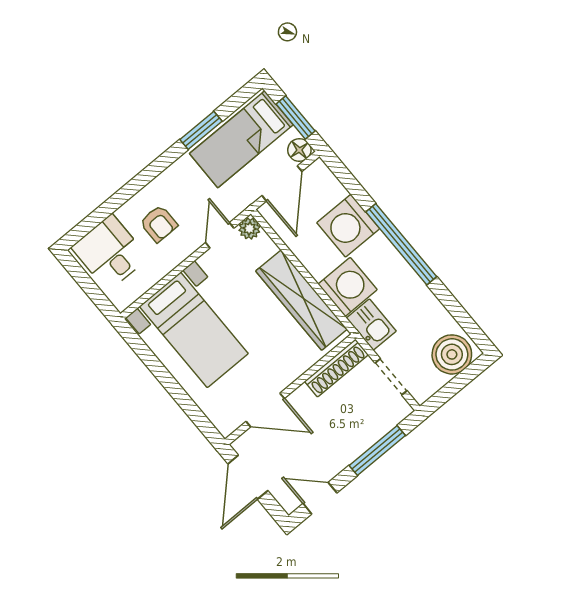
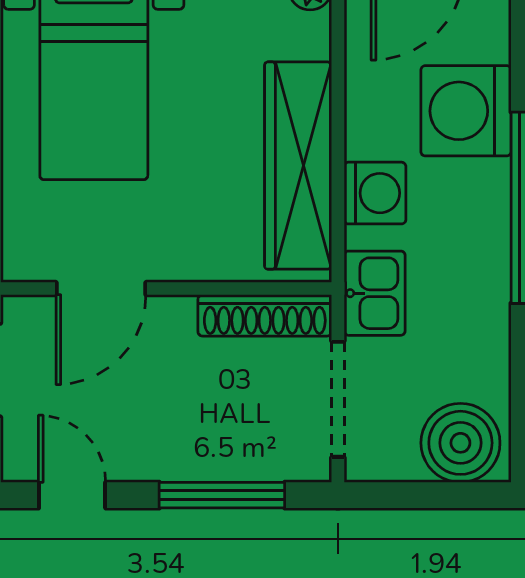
washing machine: (348, 287) -> (375, 193), width x0.73, depth x0.73
doorway: (391, 377) -> (338, 399), width x1.38
door: (265, 410) -> (101, 289), hinge flipped

